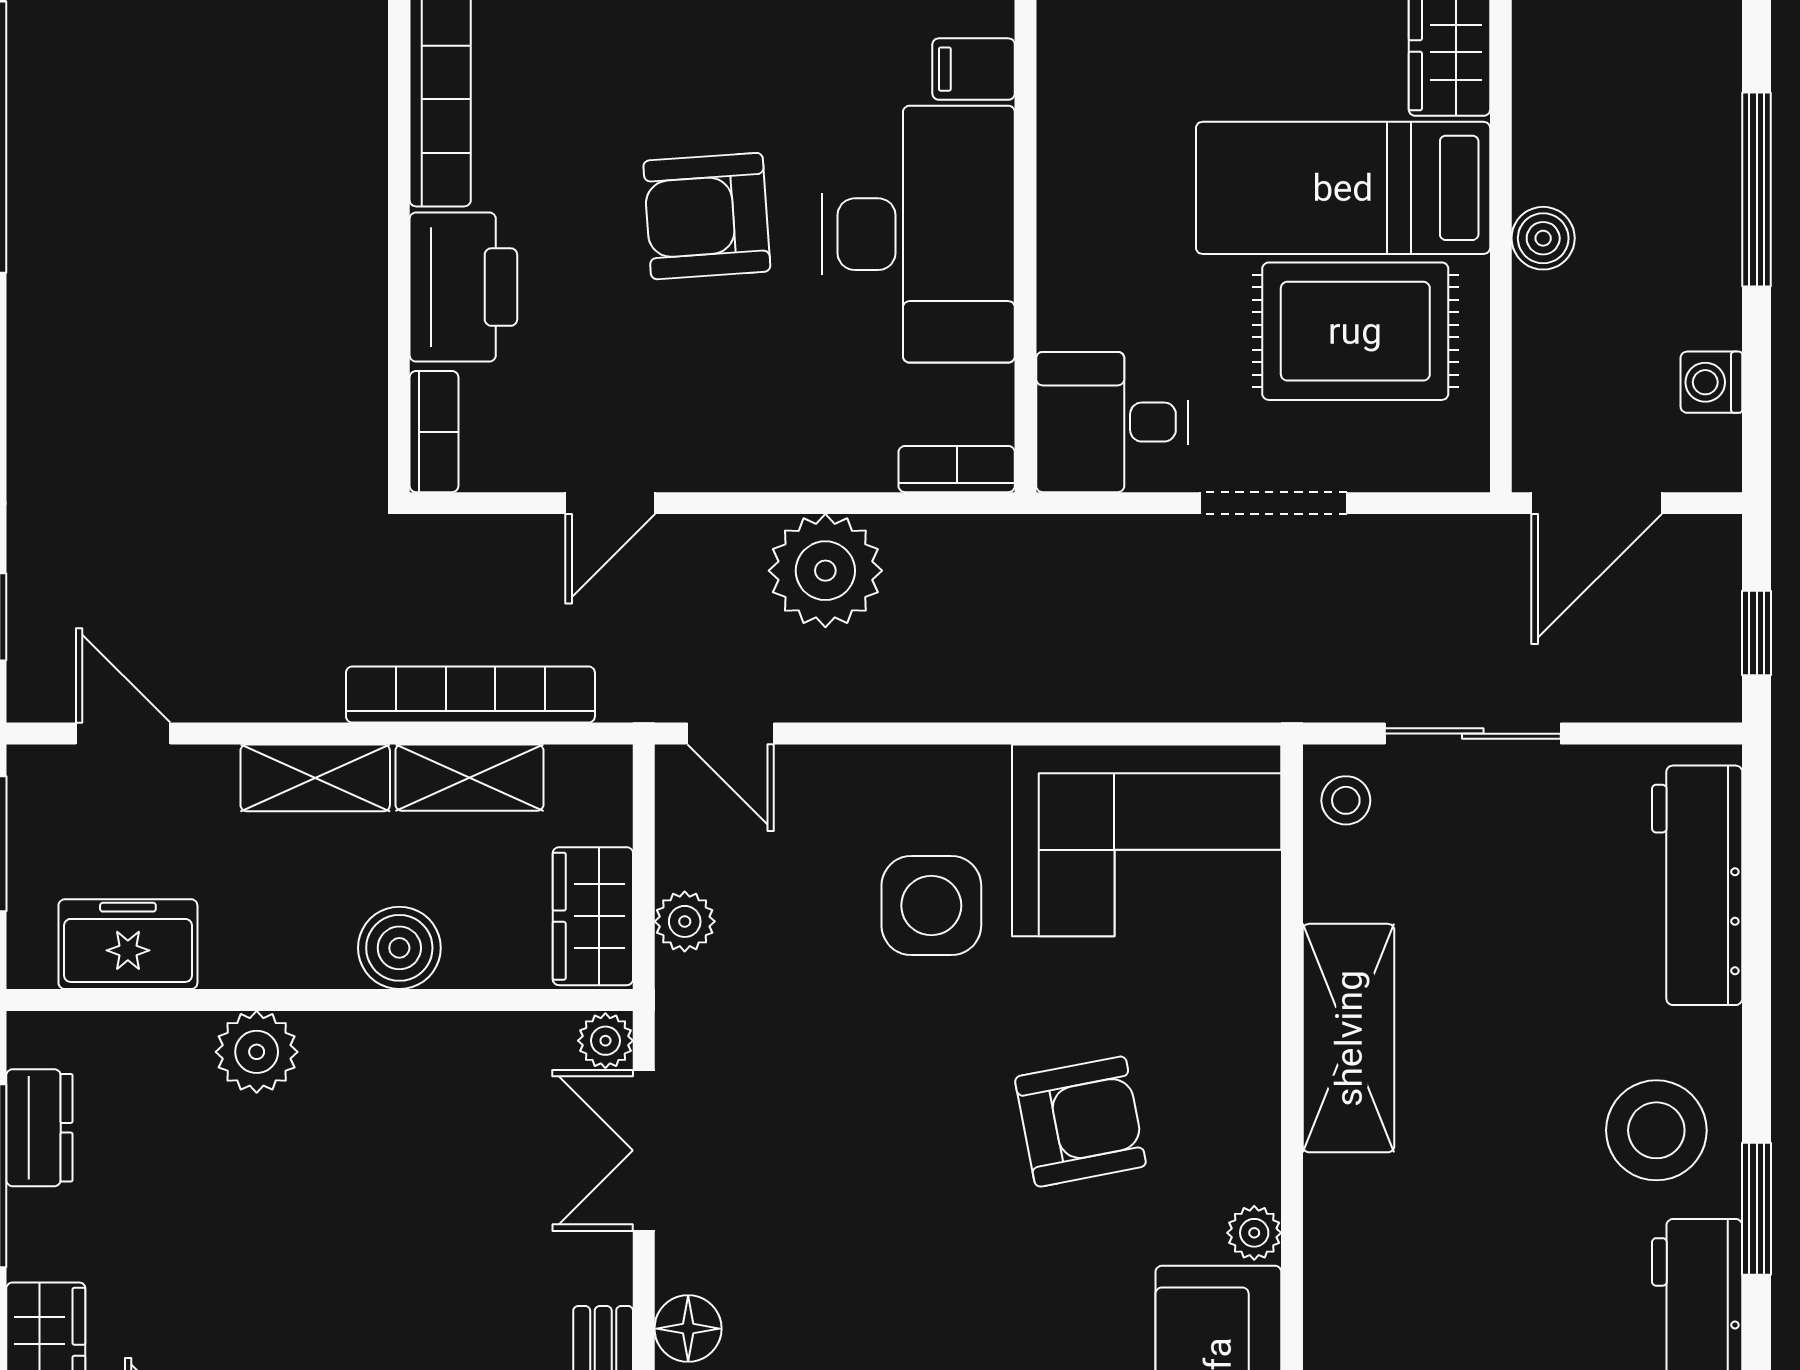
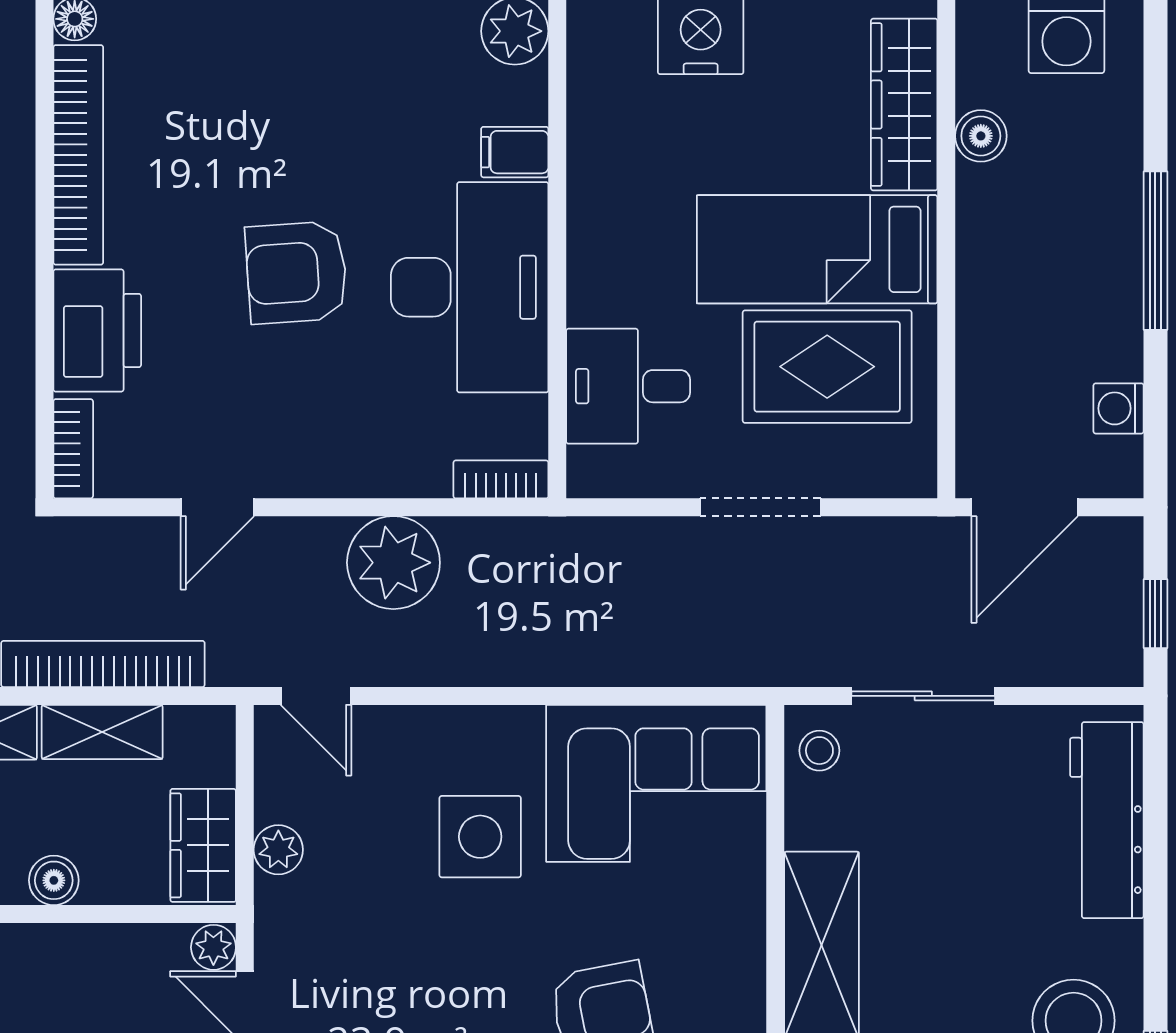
boiler: (1543, 238) -> (981, 136), moved
desk: (1112, 422) -> (628, 386), moved
boiler: (399, 948) -> (54, 880), width x0.73, depth x0.73

